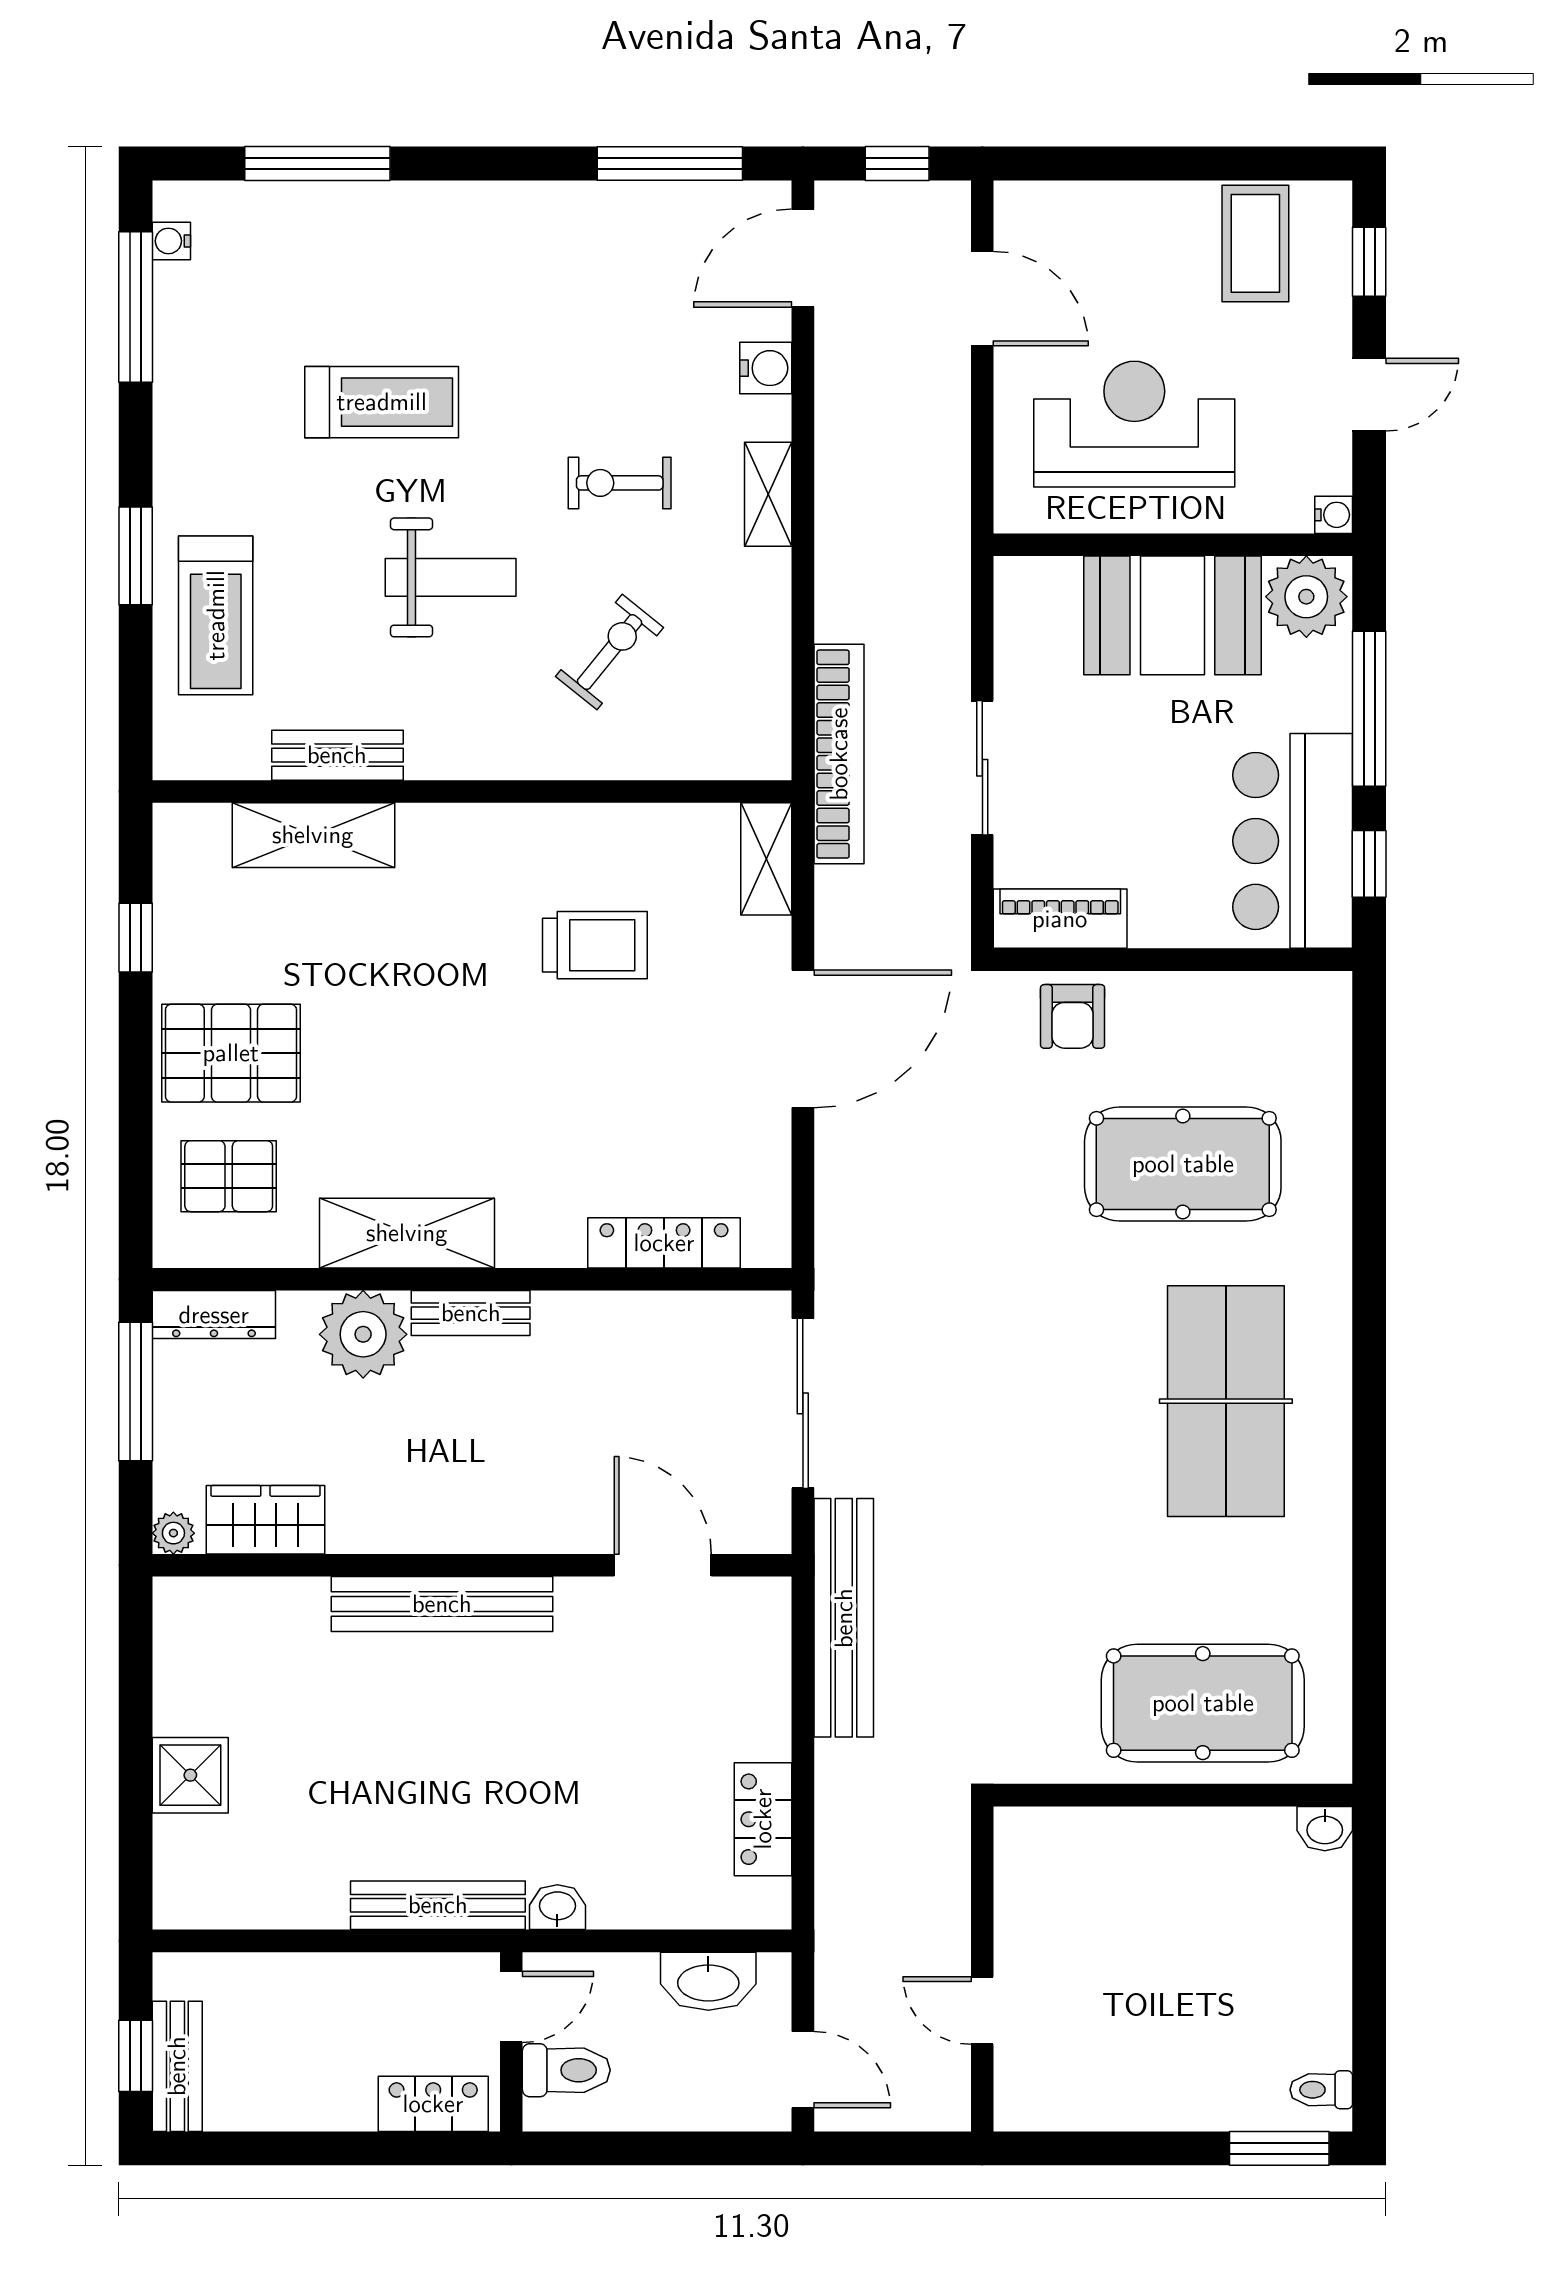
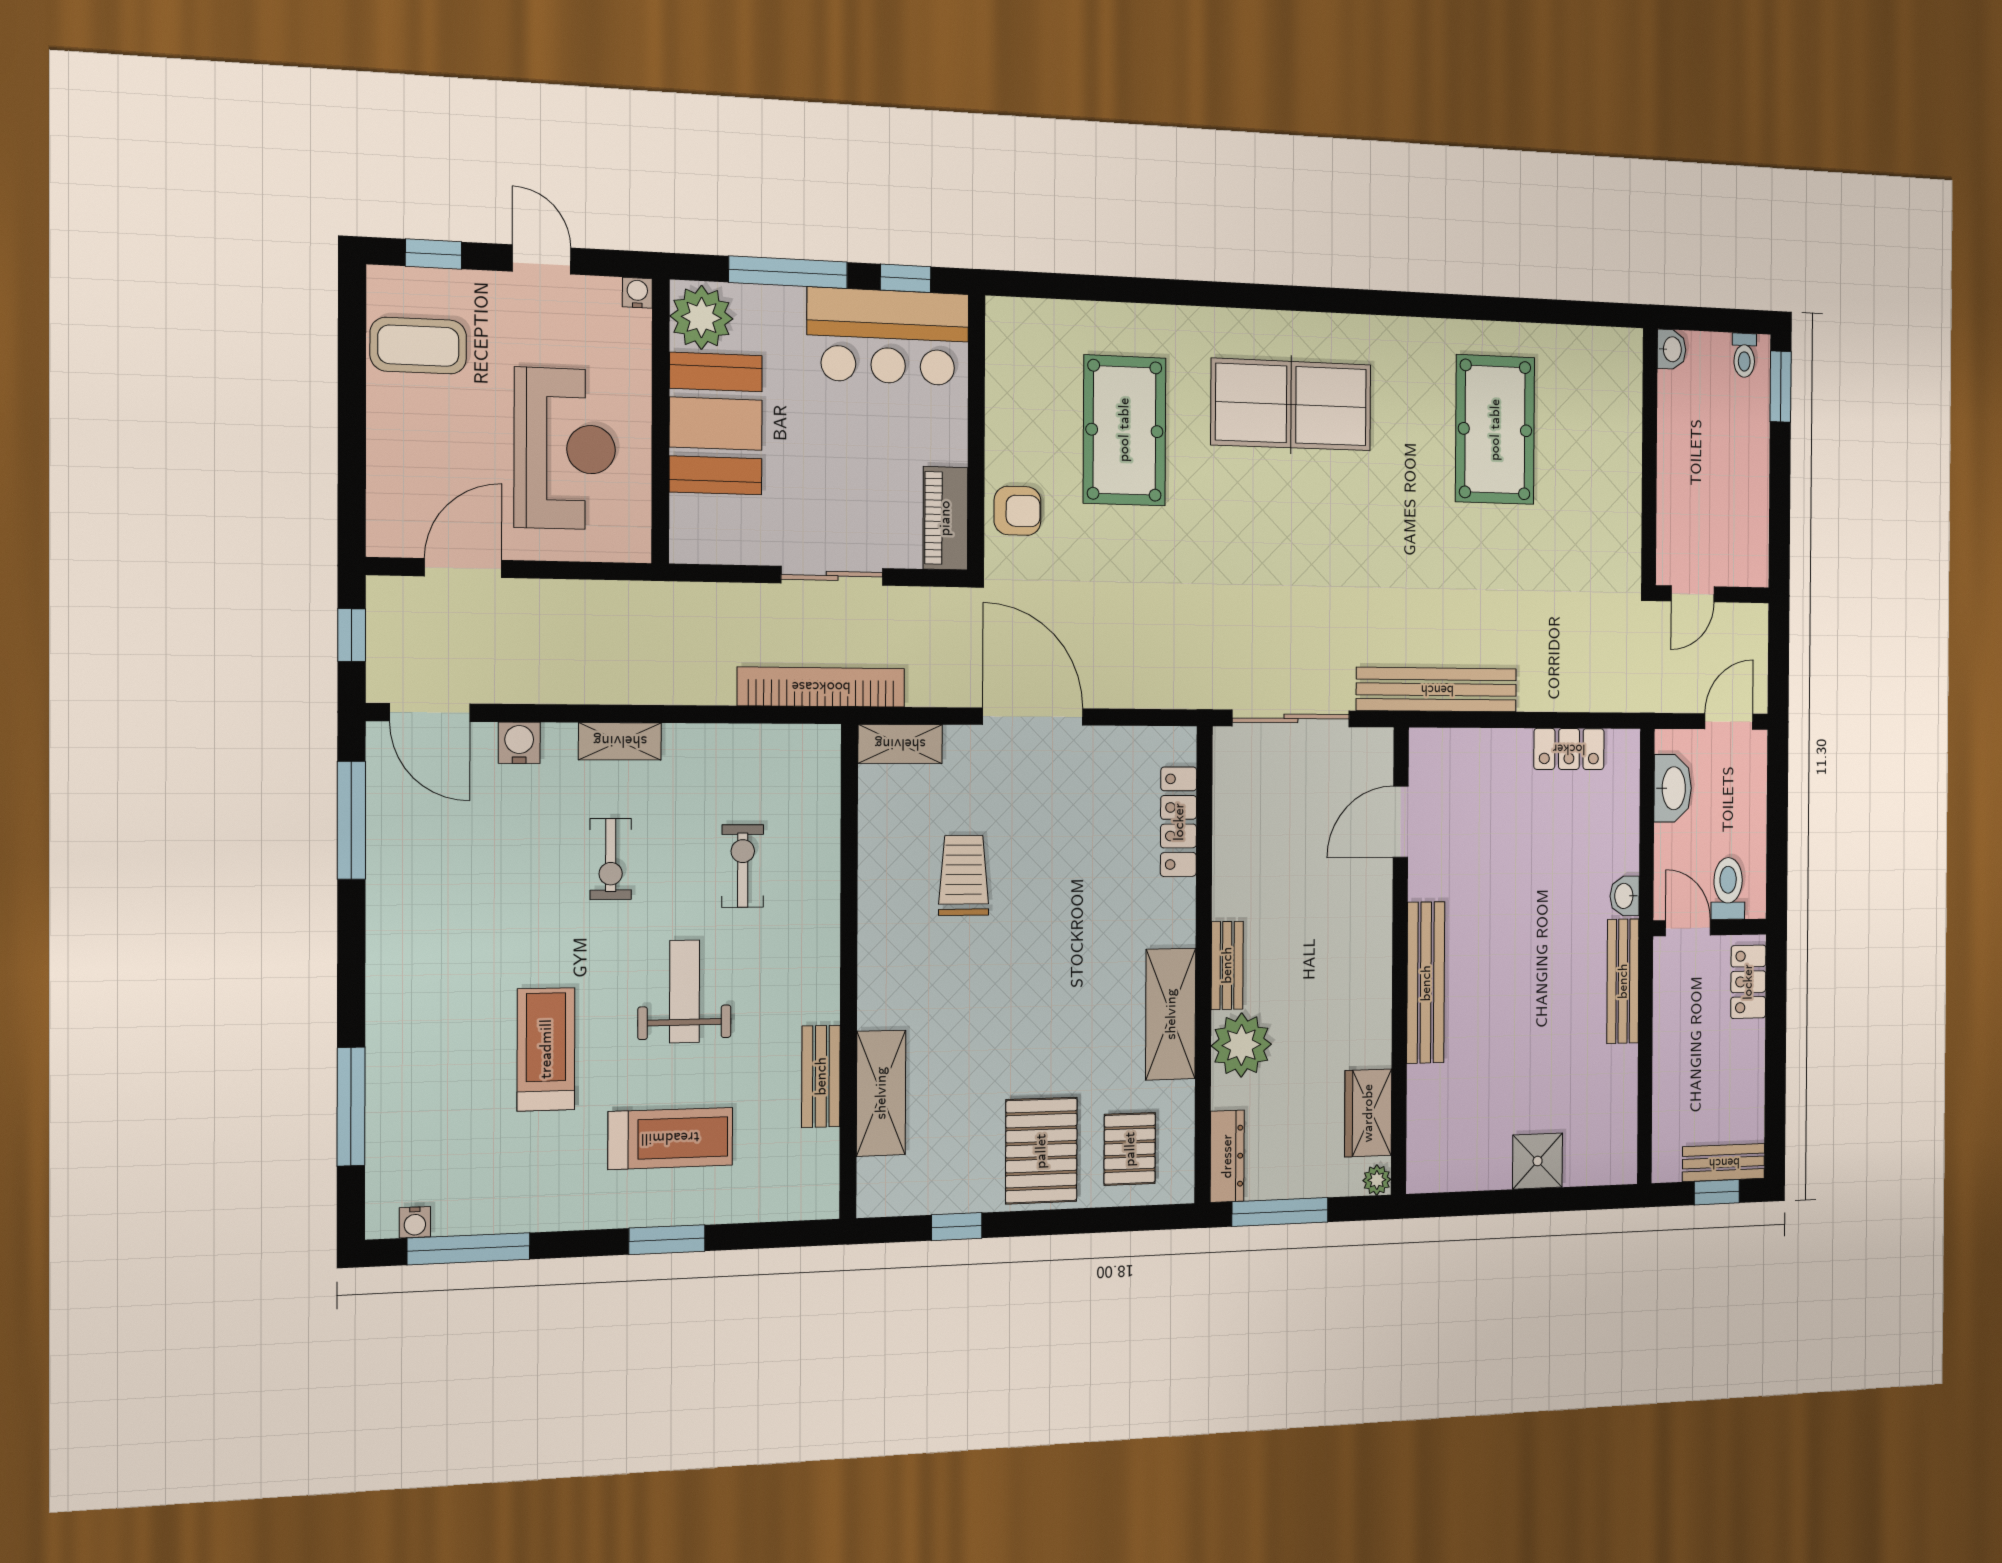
reception desk: (1134, 424) -> (565, 449), turned 180
treadmill: (216, 615) -> (670, 1138), moved
exercise bike: (610, 652) -> (743, 866), turned 51
wall: (1173, 1795) -> (1649, 457), moved
washbasin: (1325, 1829) -> (1672, 349), moved

